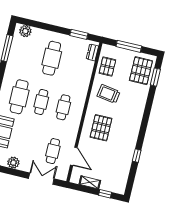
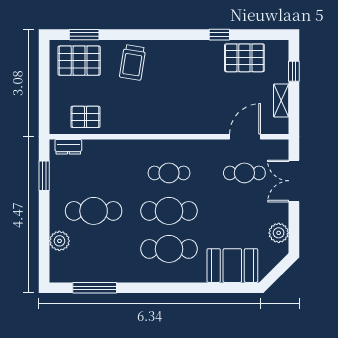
plant: (25, 31) -> (59, 241), moved
window: (129, 46) -> (44, 90), removed
trolley: (109, 94) -> (133, 62), moved
cafe table: (41, 102) -> (169, 211), width x1.37, depth x1.35
pallet: (101, 128) -> (244, 58), moved

